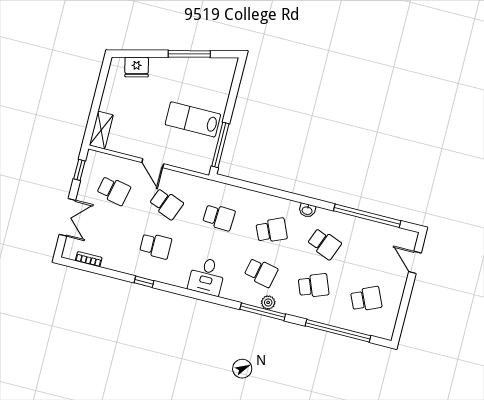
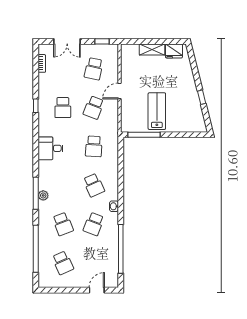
window: (189, 54) -> (202, 97), width x0.46
fridge: (137, 67) -> (174, 51), moved, turned -76
shelving: (101, 130) -> (152, 49), moved
school desk: (261, 272) -> (63, 185), removed

